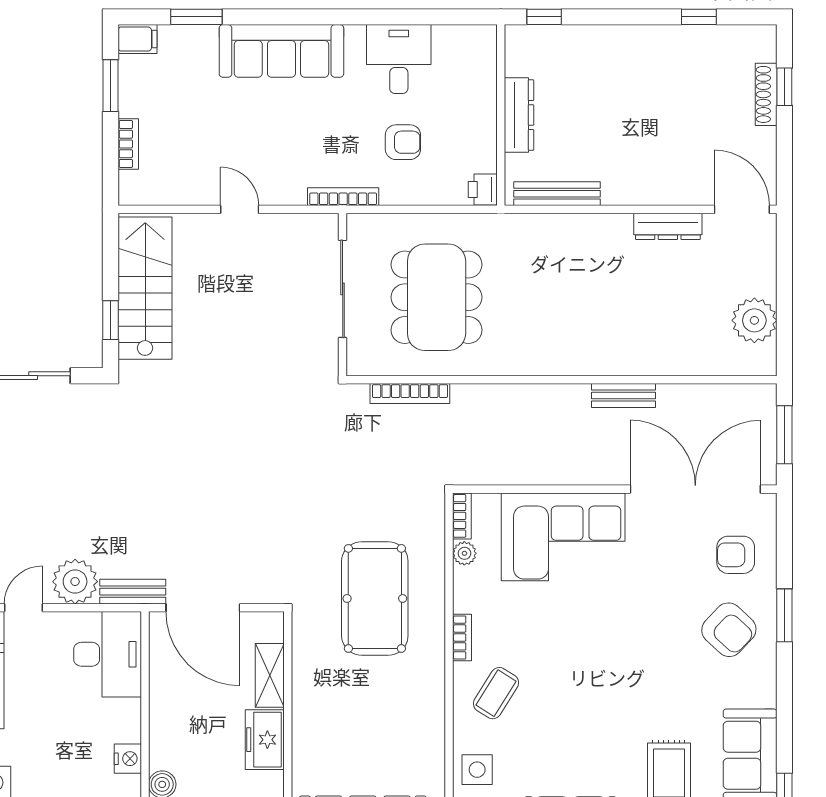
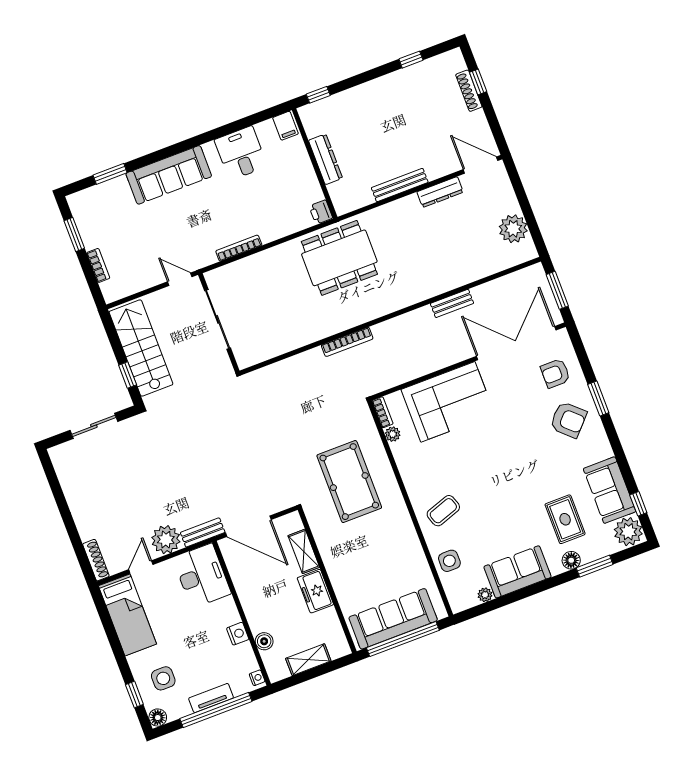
filing cabinet: (137, 39) -> (285, 126), moved, turned 90
armchair: (403, 142) -> (262, 202), removed
bench: (557, 194) -> (400, 185), moved
sliding door: (343, 289) -> (218, 319), moved
wall: (343, 295) -> (219, 323), moved
dining table: (437, 297) -> (339, 258), moved, turned 90
bookcase: (410, 393) -> (347, 342), moved
bookcase: (462, 637) -> (410, 485), removed
coffee table: (496, 693) -> (443, 511), turned 39

